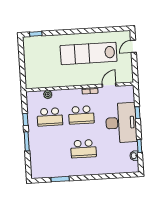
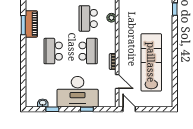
door: (133, 46) -> (129, 109), moved
school desk: (81, 115) -> (88, 51), turned 180
piano: (59, 171) -> (31, 24), added

